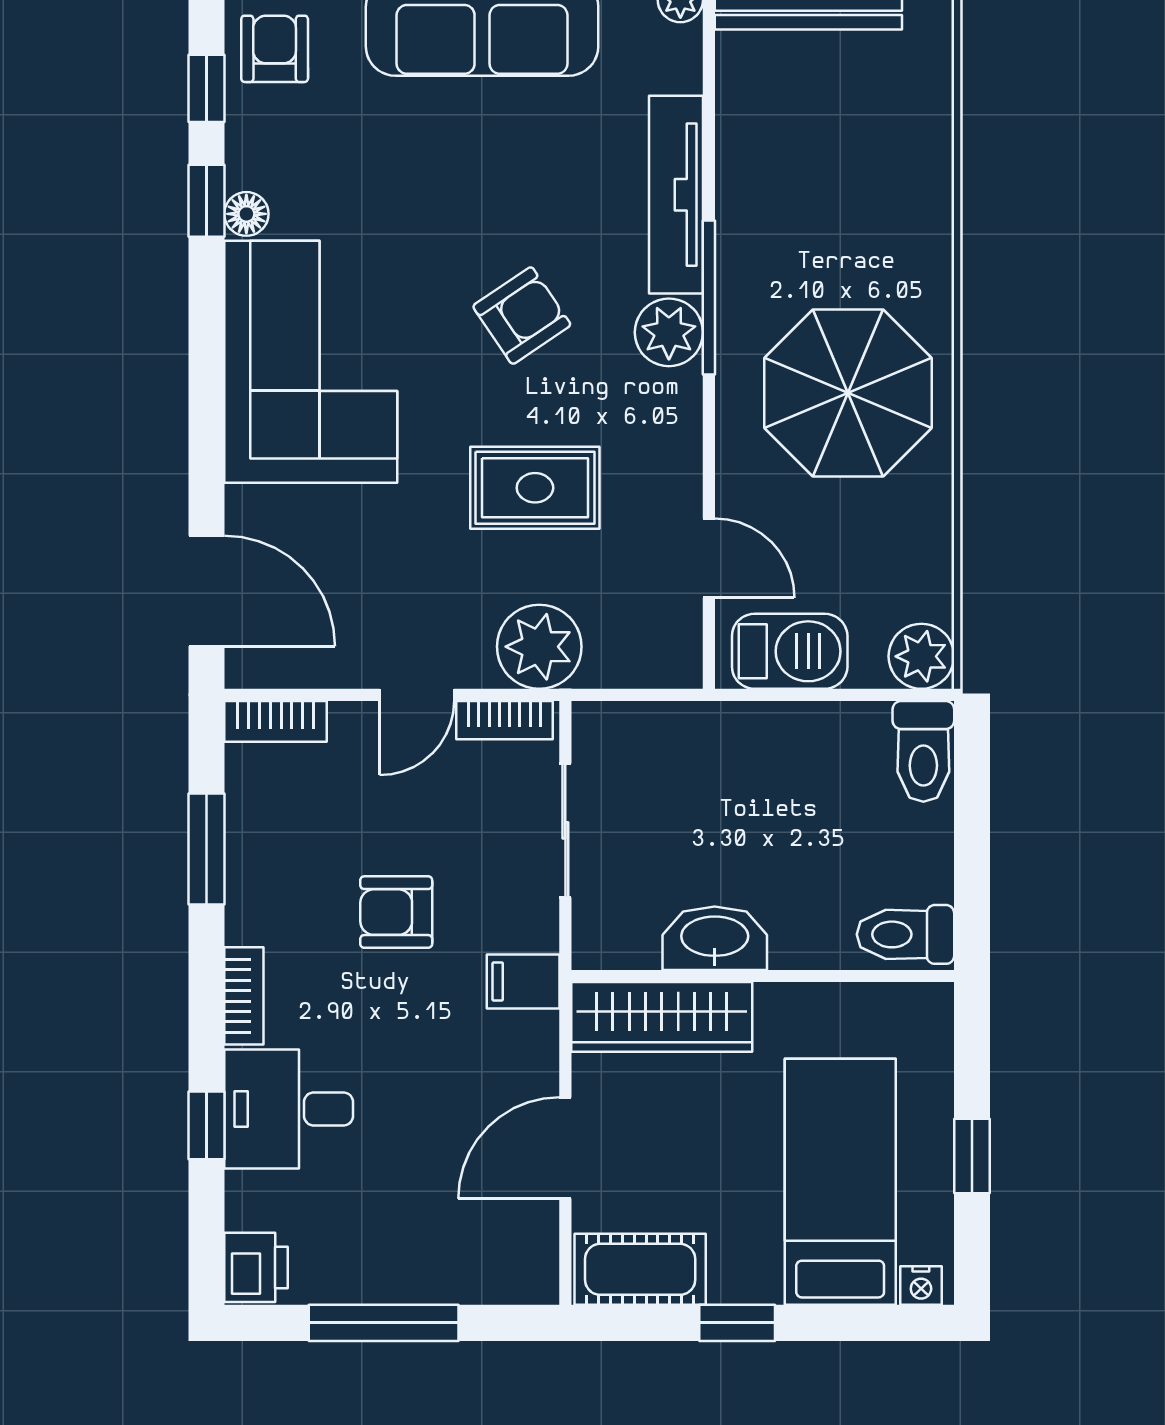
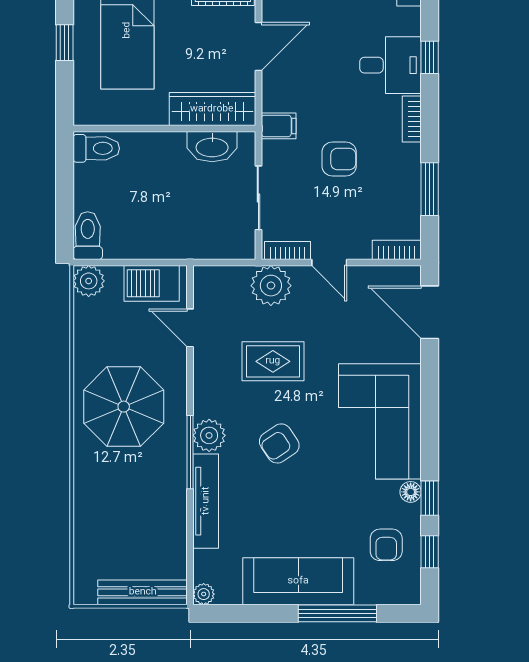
armchair: (275, 49) -> (386, 545), moved
door: (417, 695) -> (329, 263), swing flipped
washbasin: (715, 938) -> (212, 147), moved

